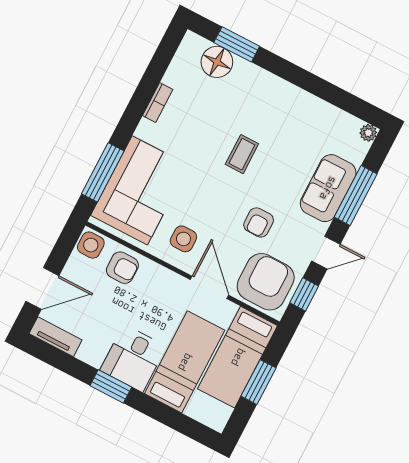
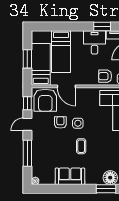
sofa: (328, 188) -> (70, 176), moved, turned -90
side table: (183, 239) -> (78, 123), moved
desk: (133, 358) -> (95, 42), moved
window: (111, 386) -> (102, 27), moved

